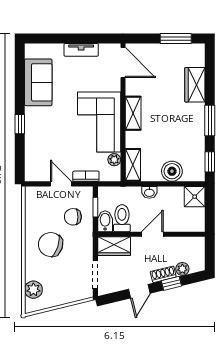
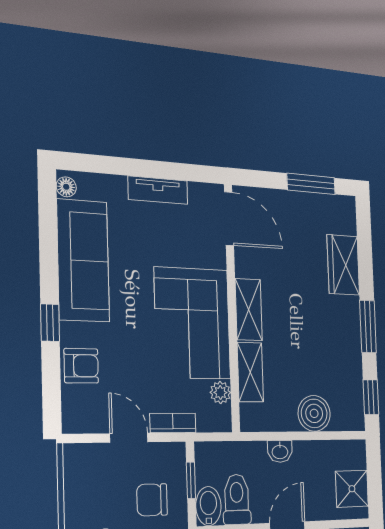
floor lamp: (30, 52) -> (66, 187), added
sofa: (38, 82) -> (83, 260), width x1.36
armchair: (36, 146) -> (81, 366), added
shelving: (133, 165) -> (250, 372), moved
shower: (195, 197) -> (352, 489), moved

